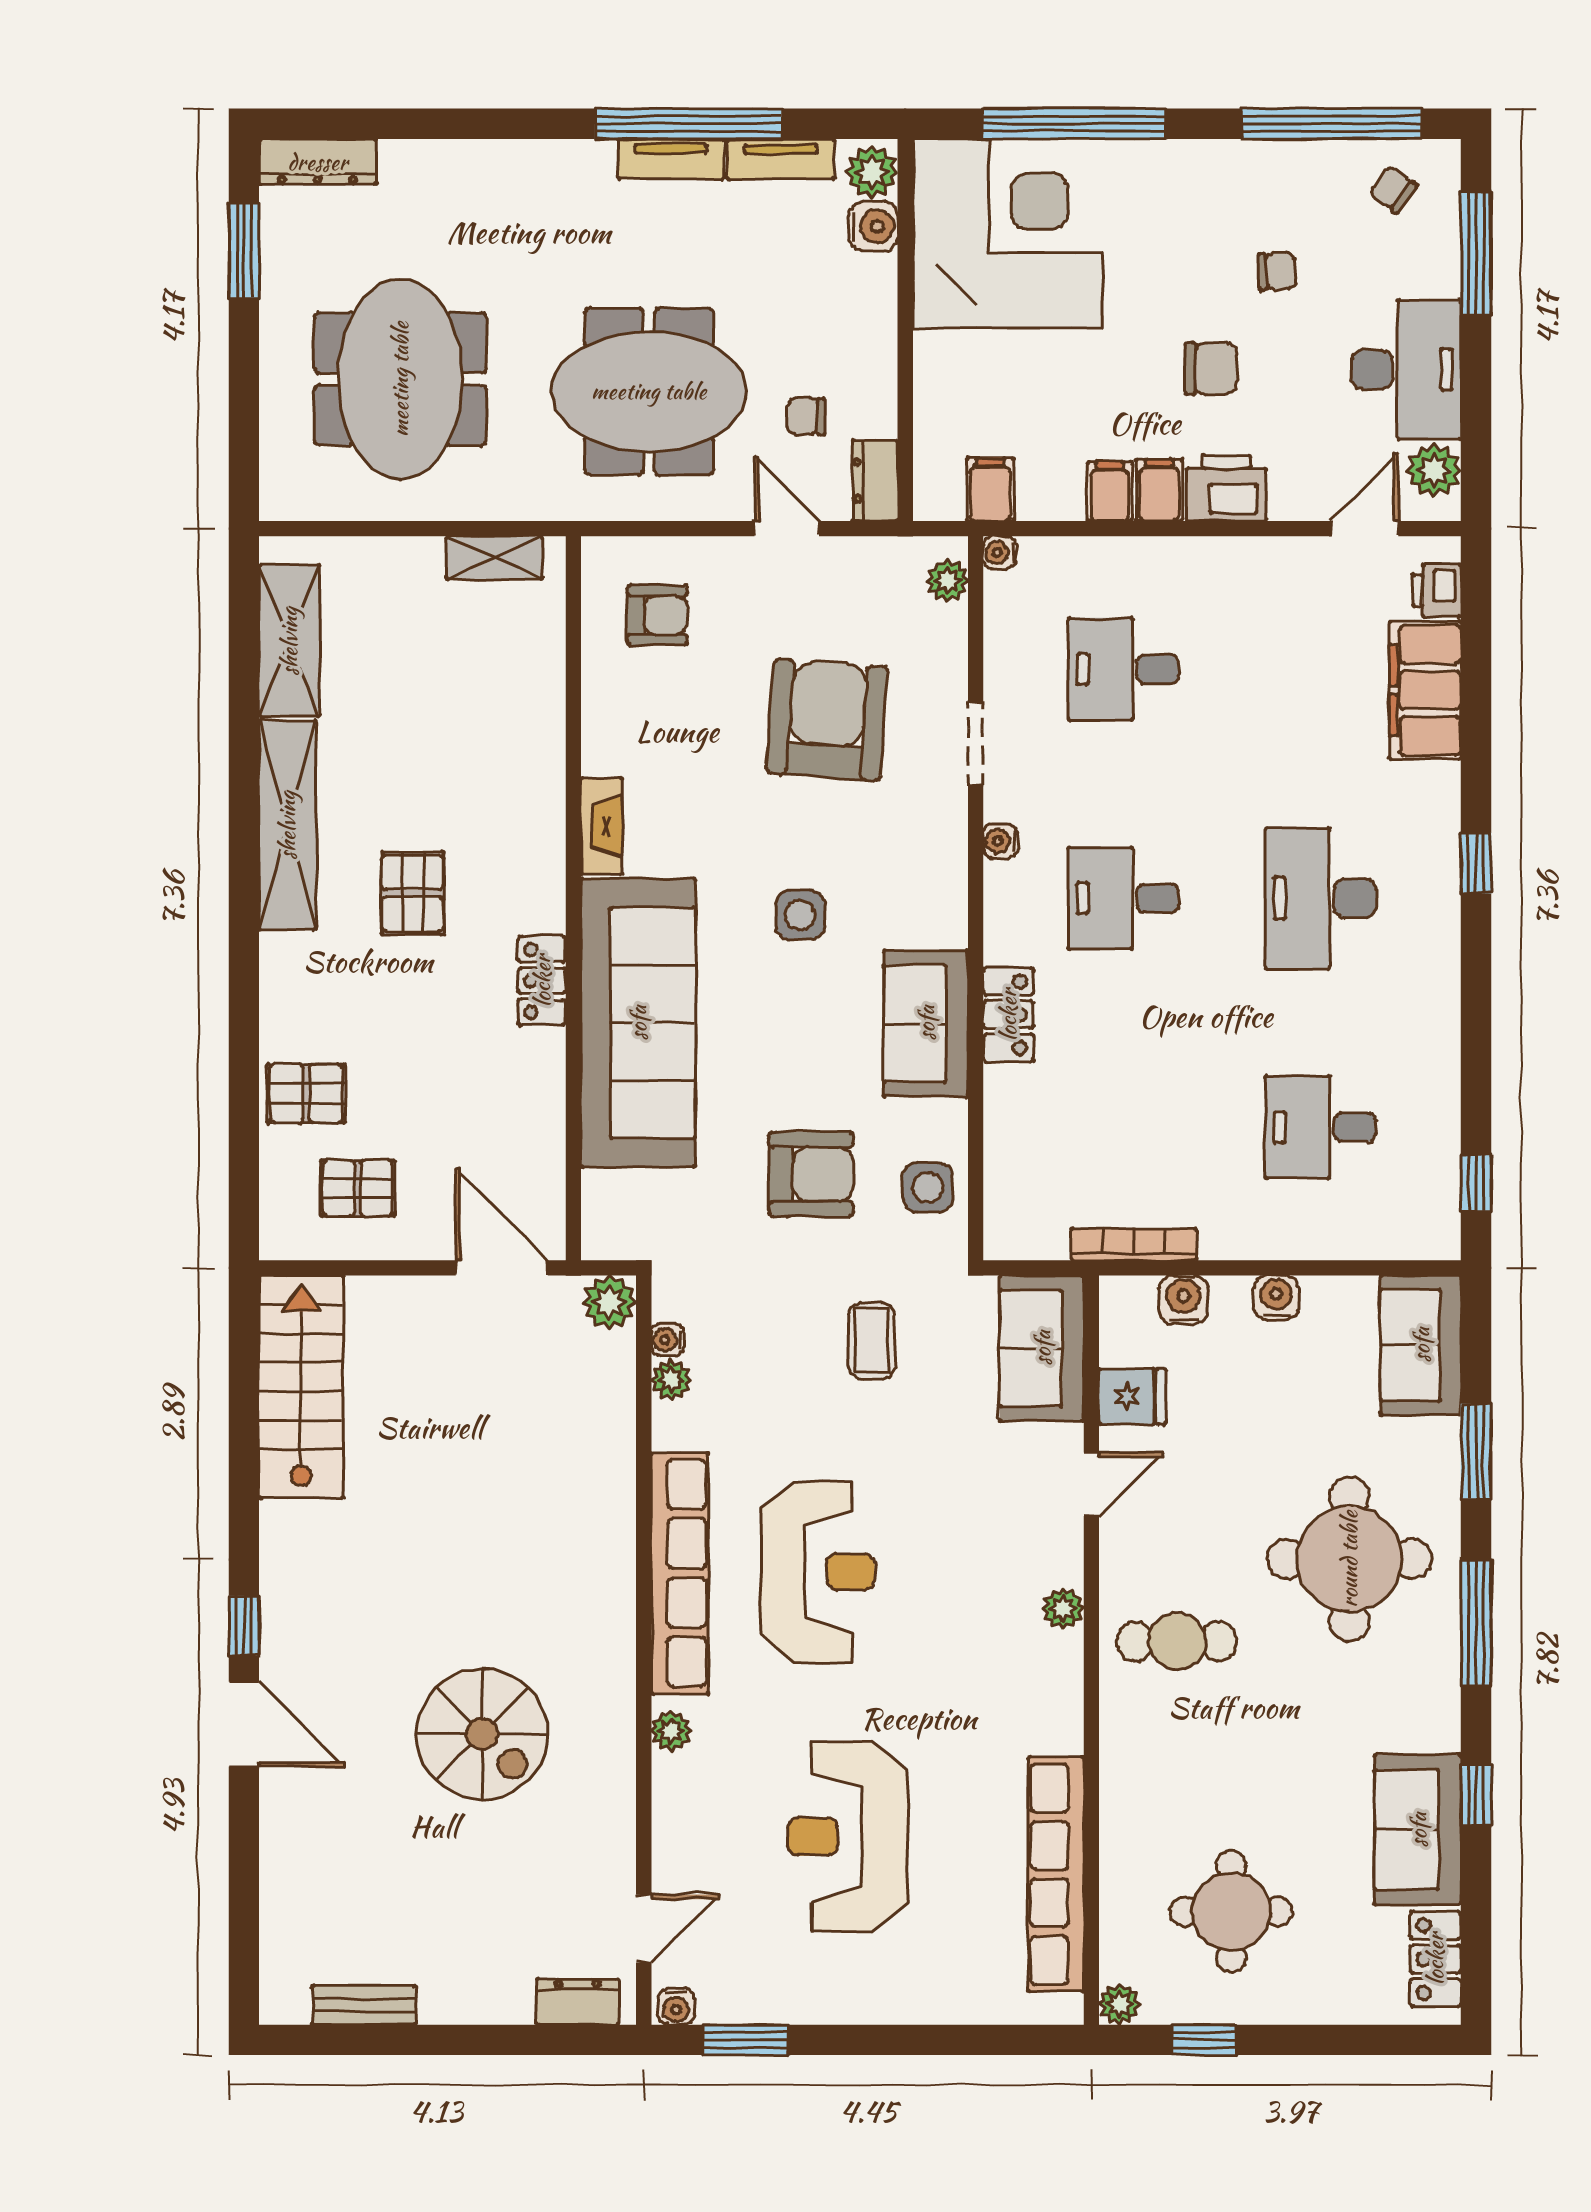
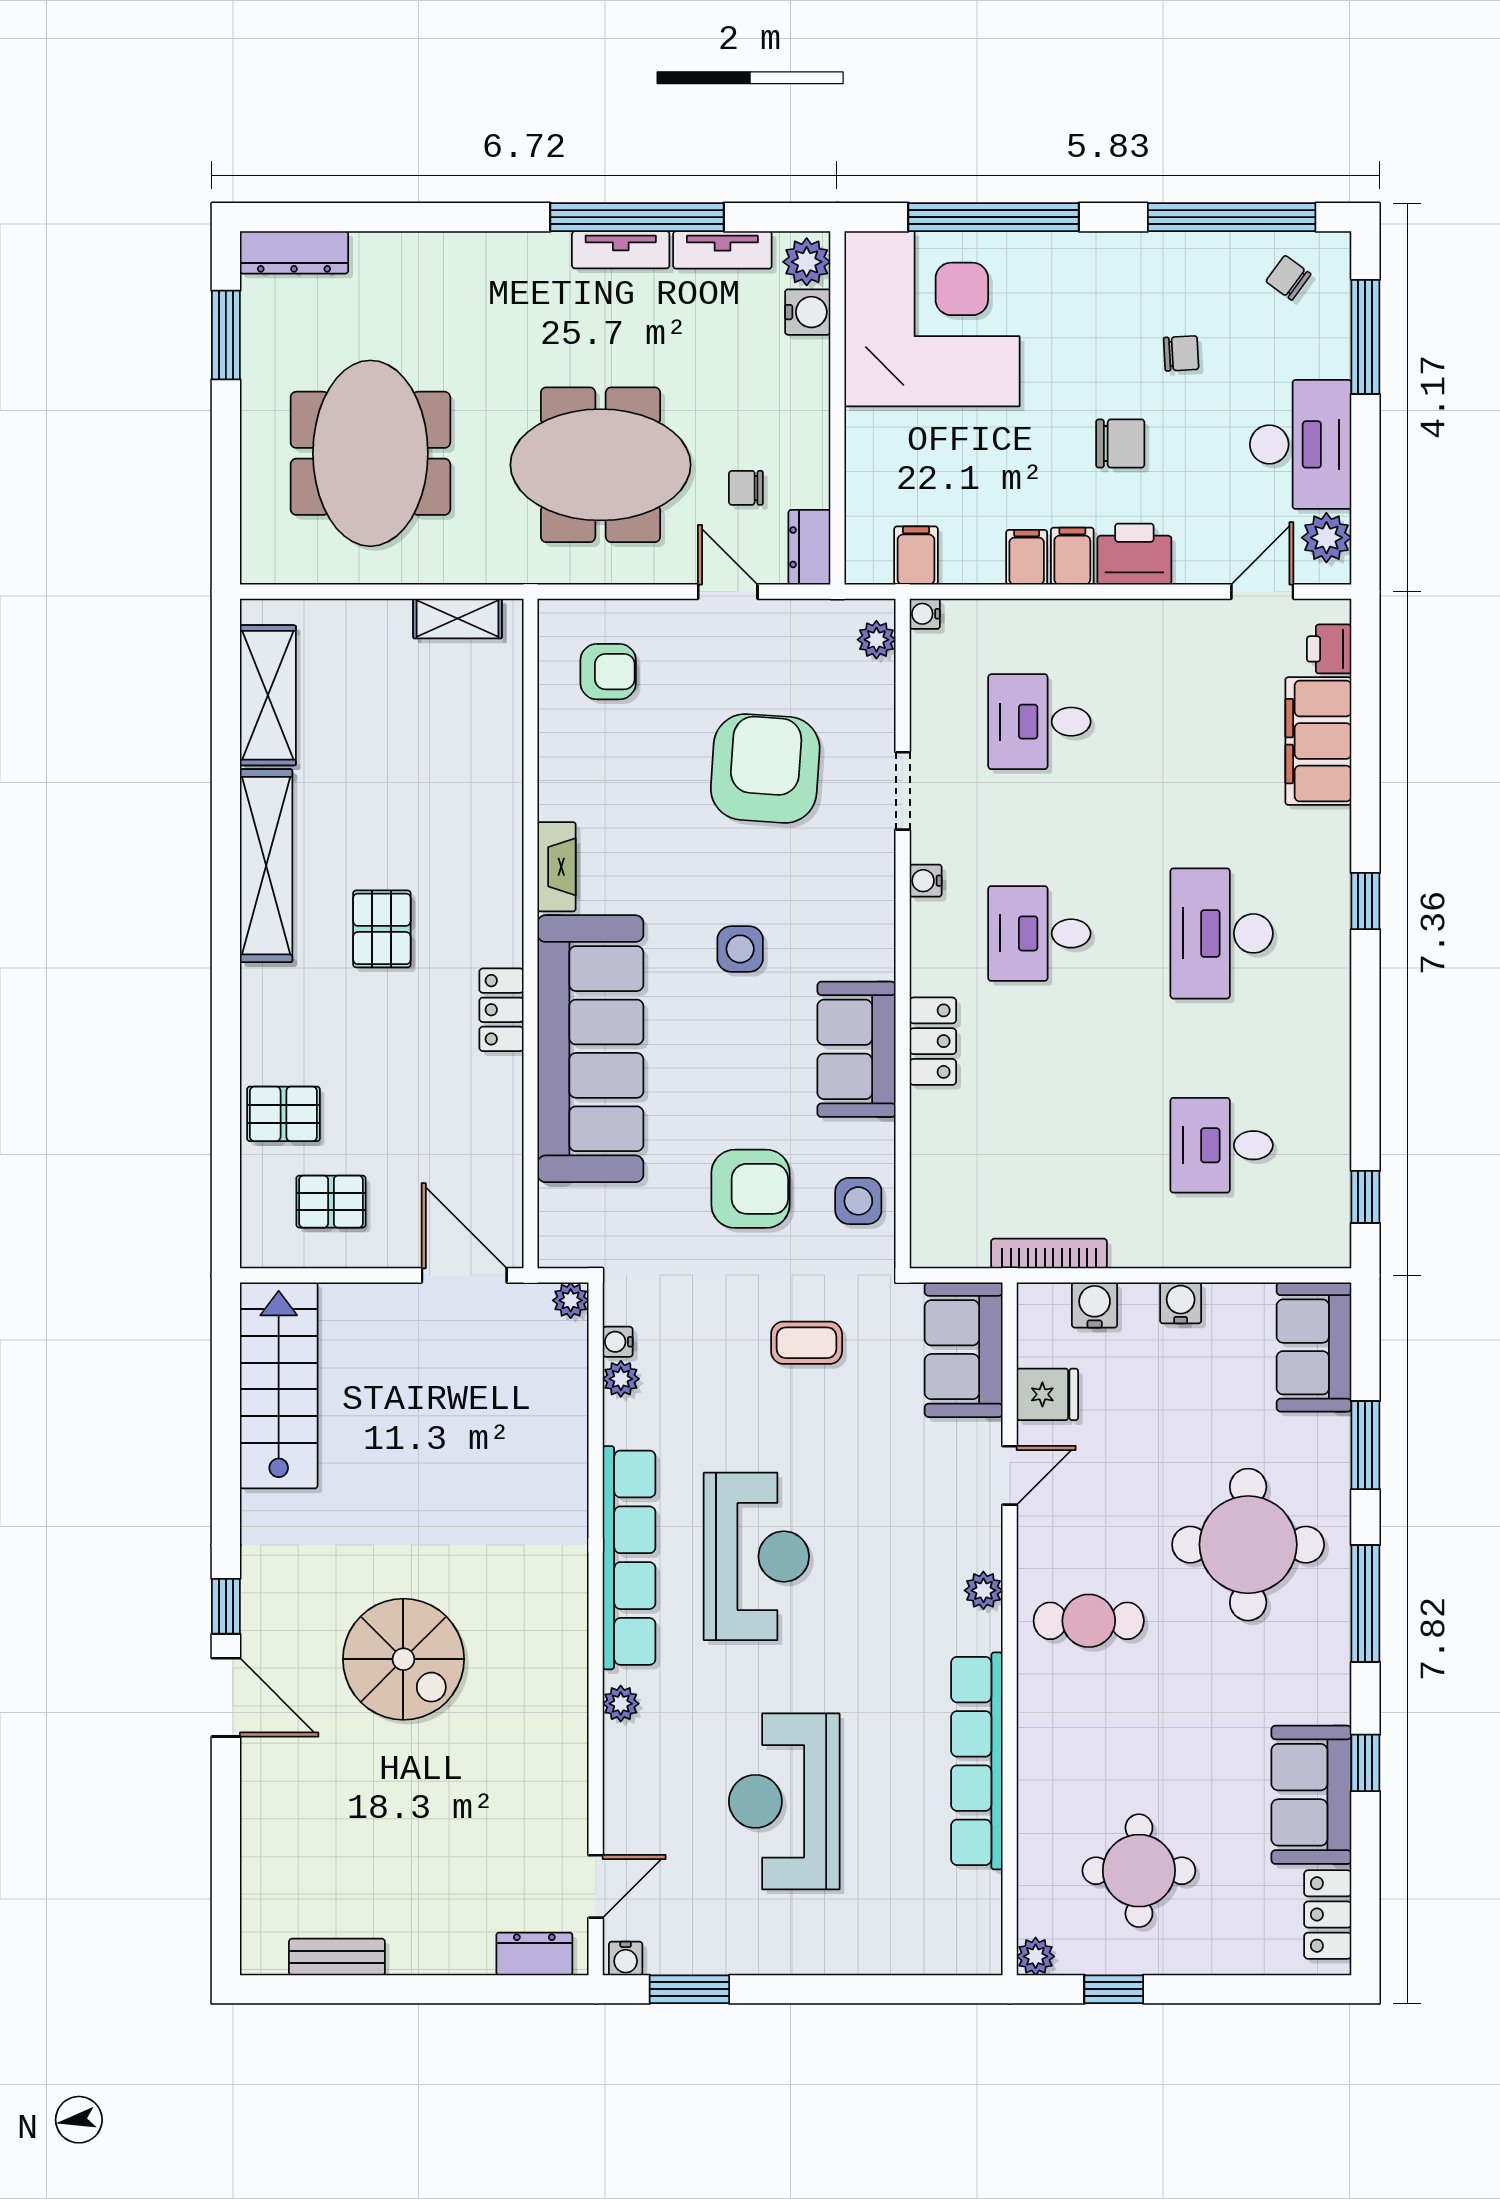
plant: (609, 1302) -> (571, 1300), width x0.73, depth x0.73
coffee table: (872, 1341) -> (807, 1343), turned 90
spiral stairs: (482, 1734) -> (403, 1659), moved
row of seats: (1056, 1874) -> (977, 1761), moved

